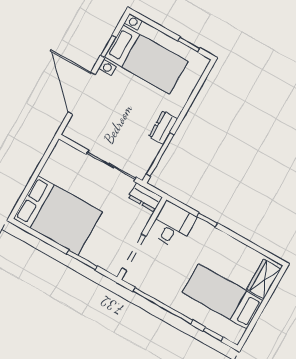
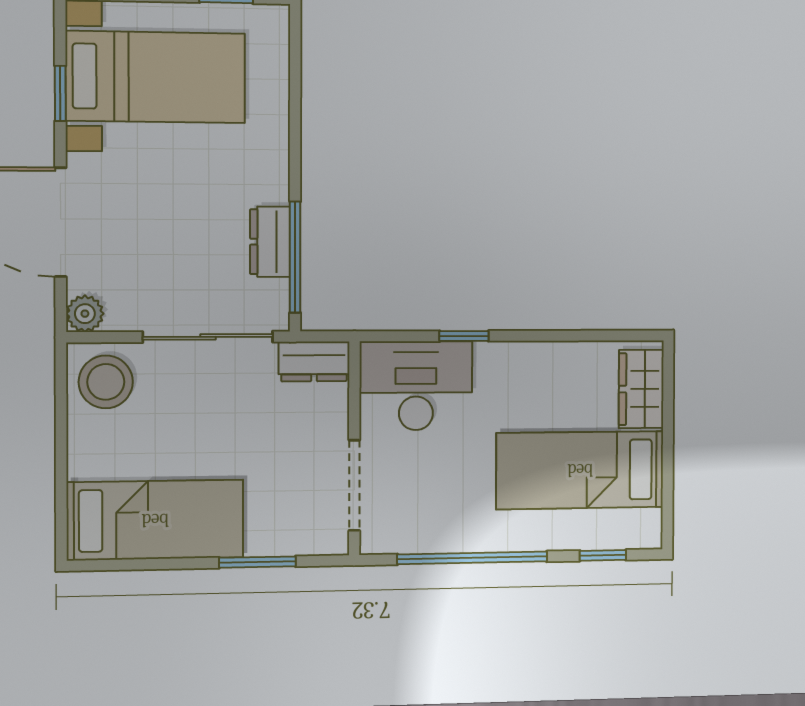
dresser: (163, 128) -> (270, 242), moved
plant: (71, 132) -> (85, 314), added
stool: (65, 161) -> (106, 382), added
bed: (58, 215) -> (155, 520), width x0.67
desk: (172, 225) -> (416, 386), width x1.37

